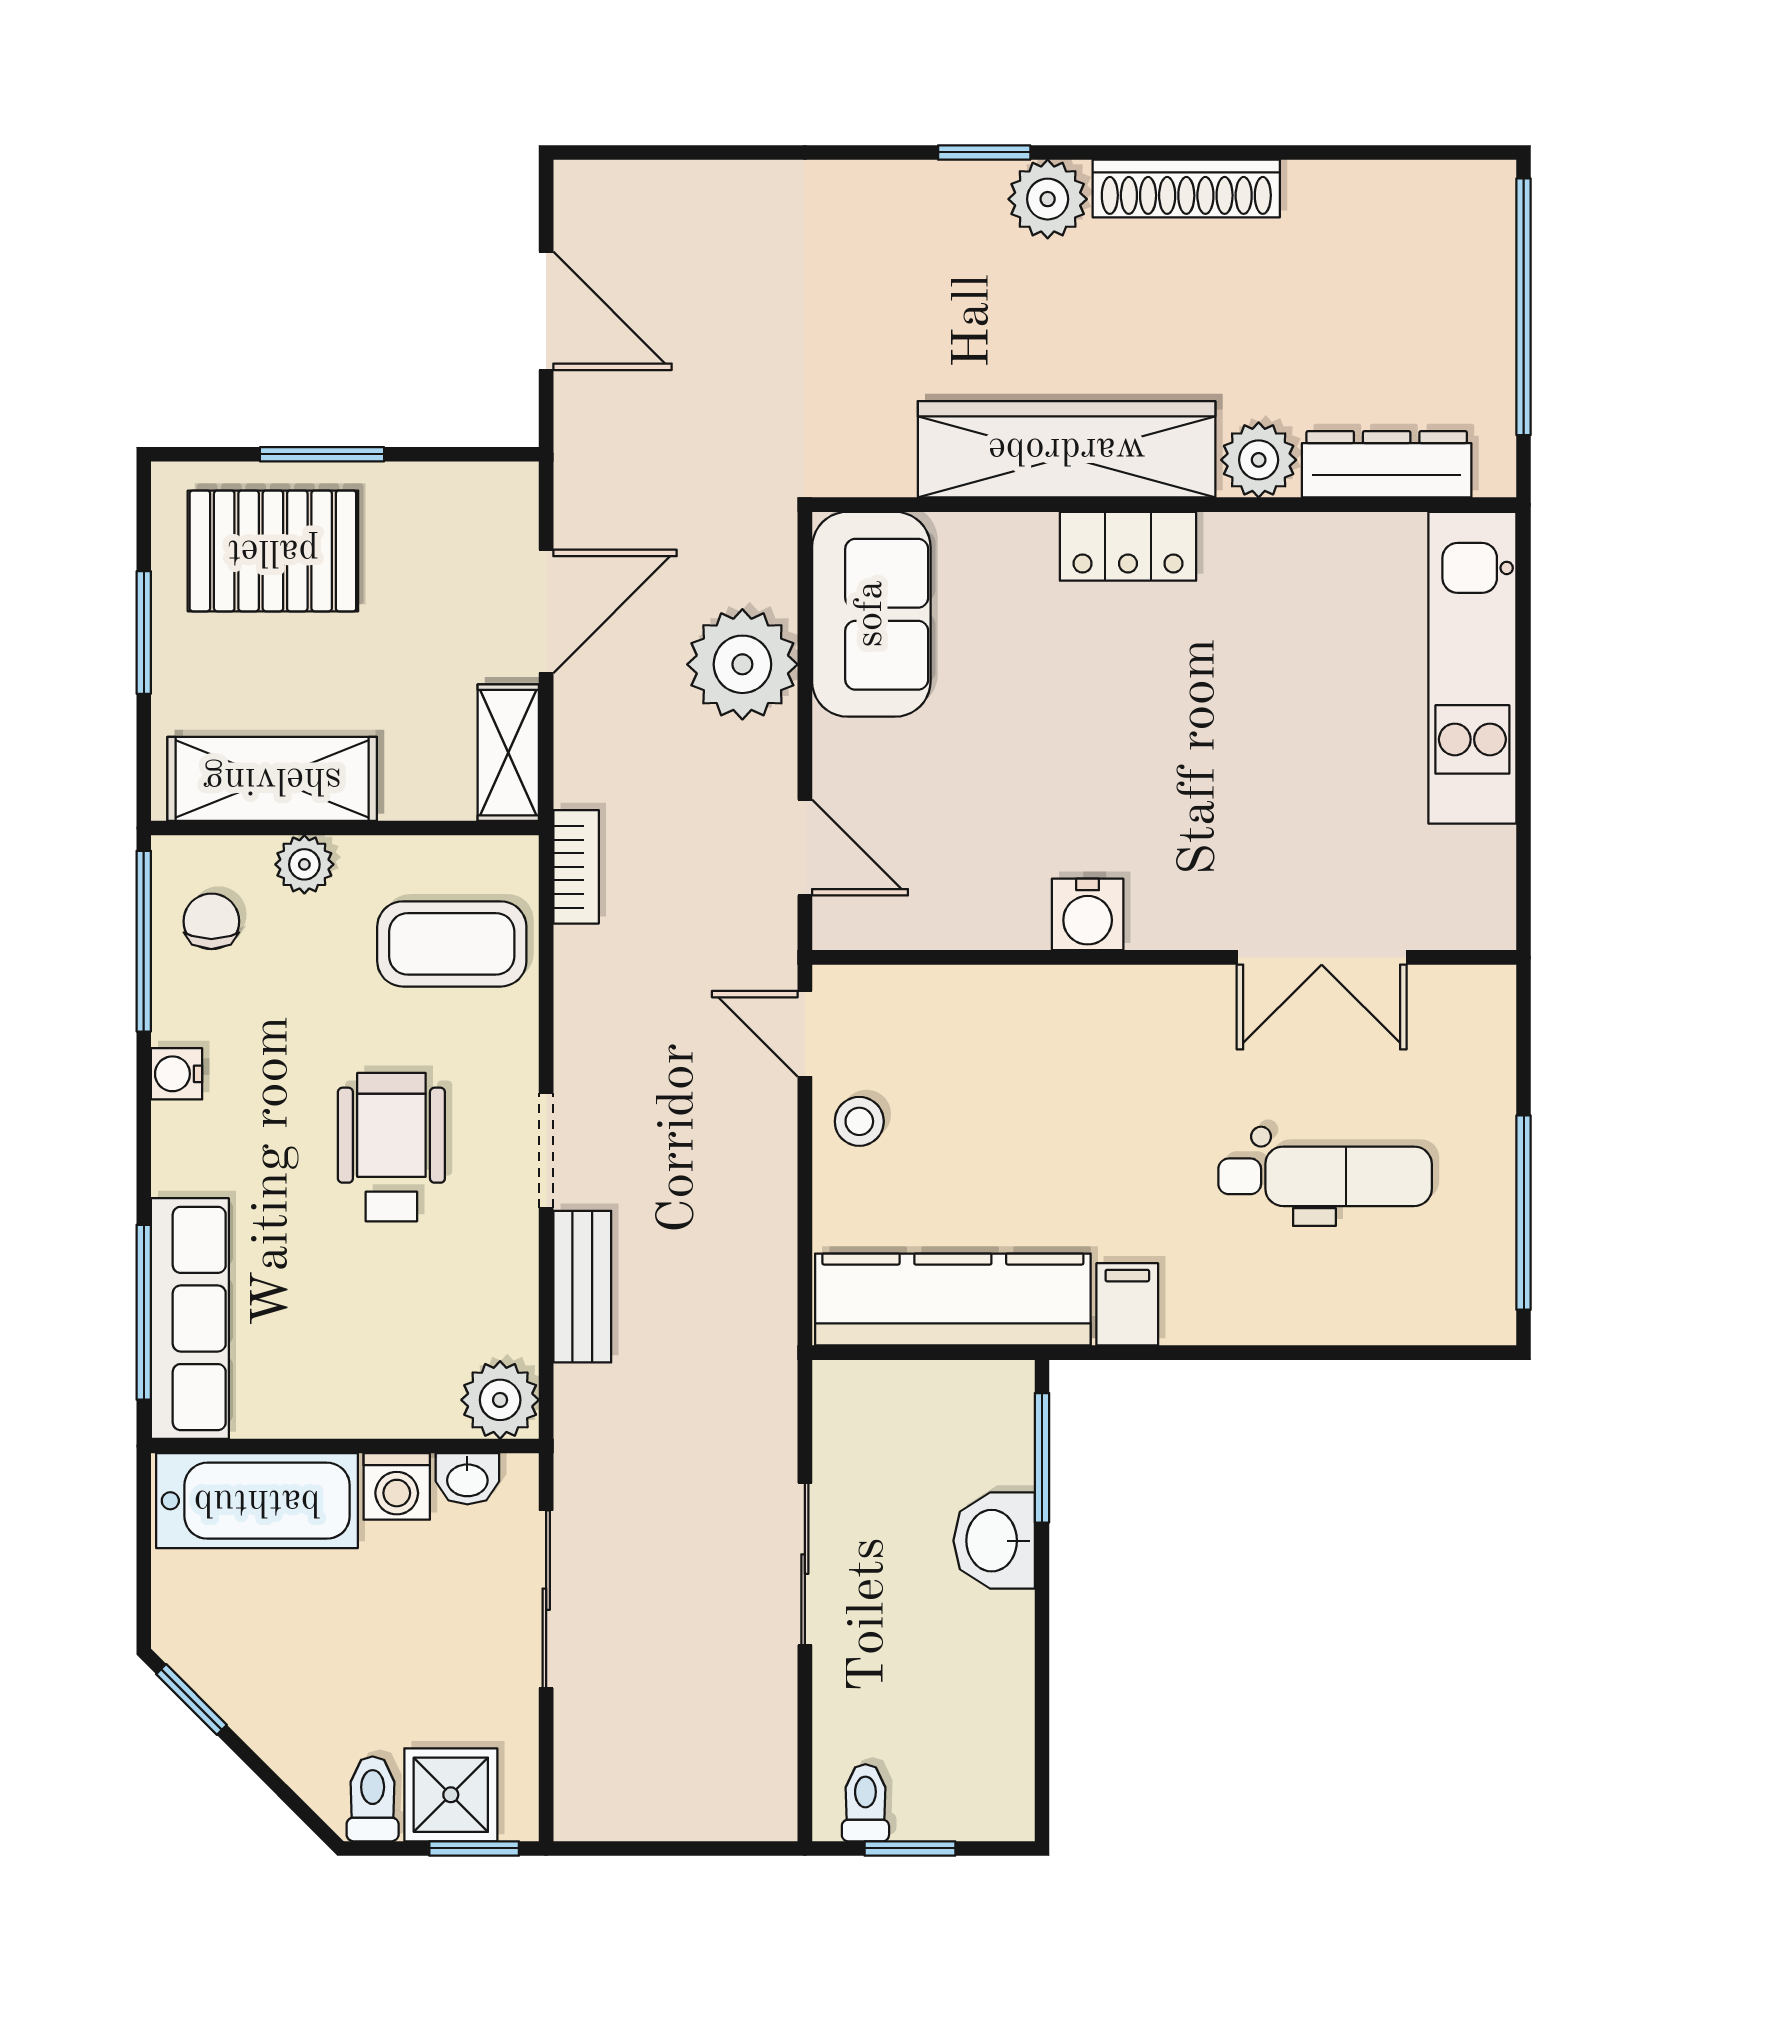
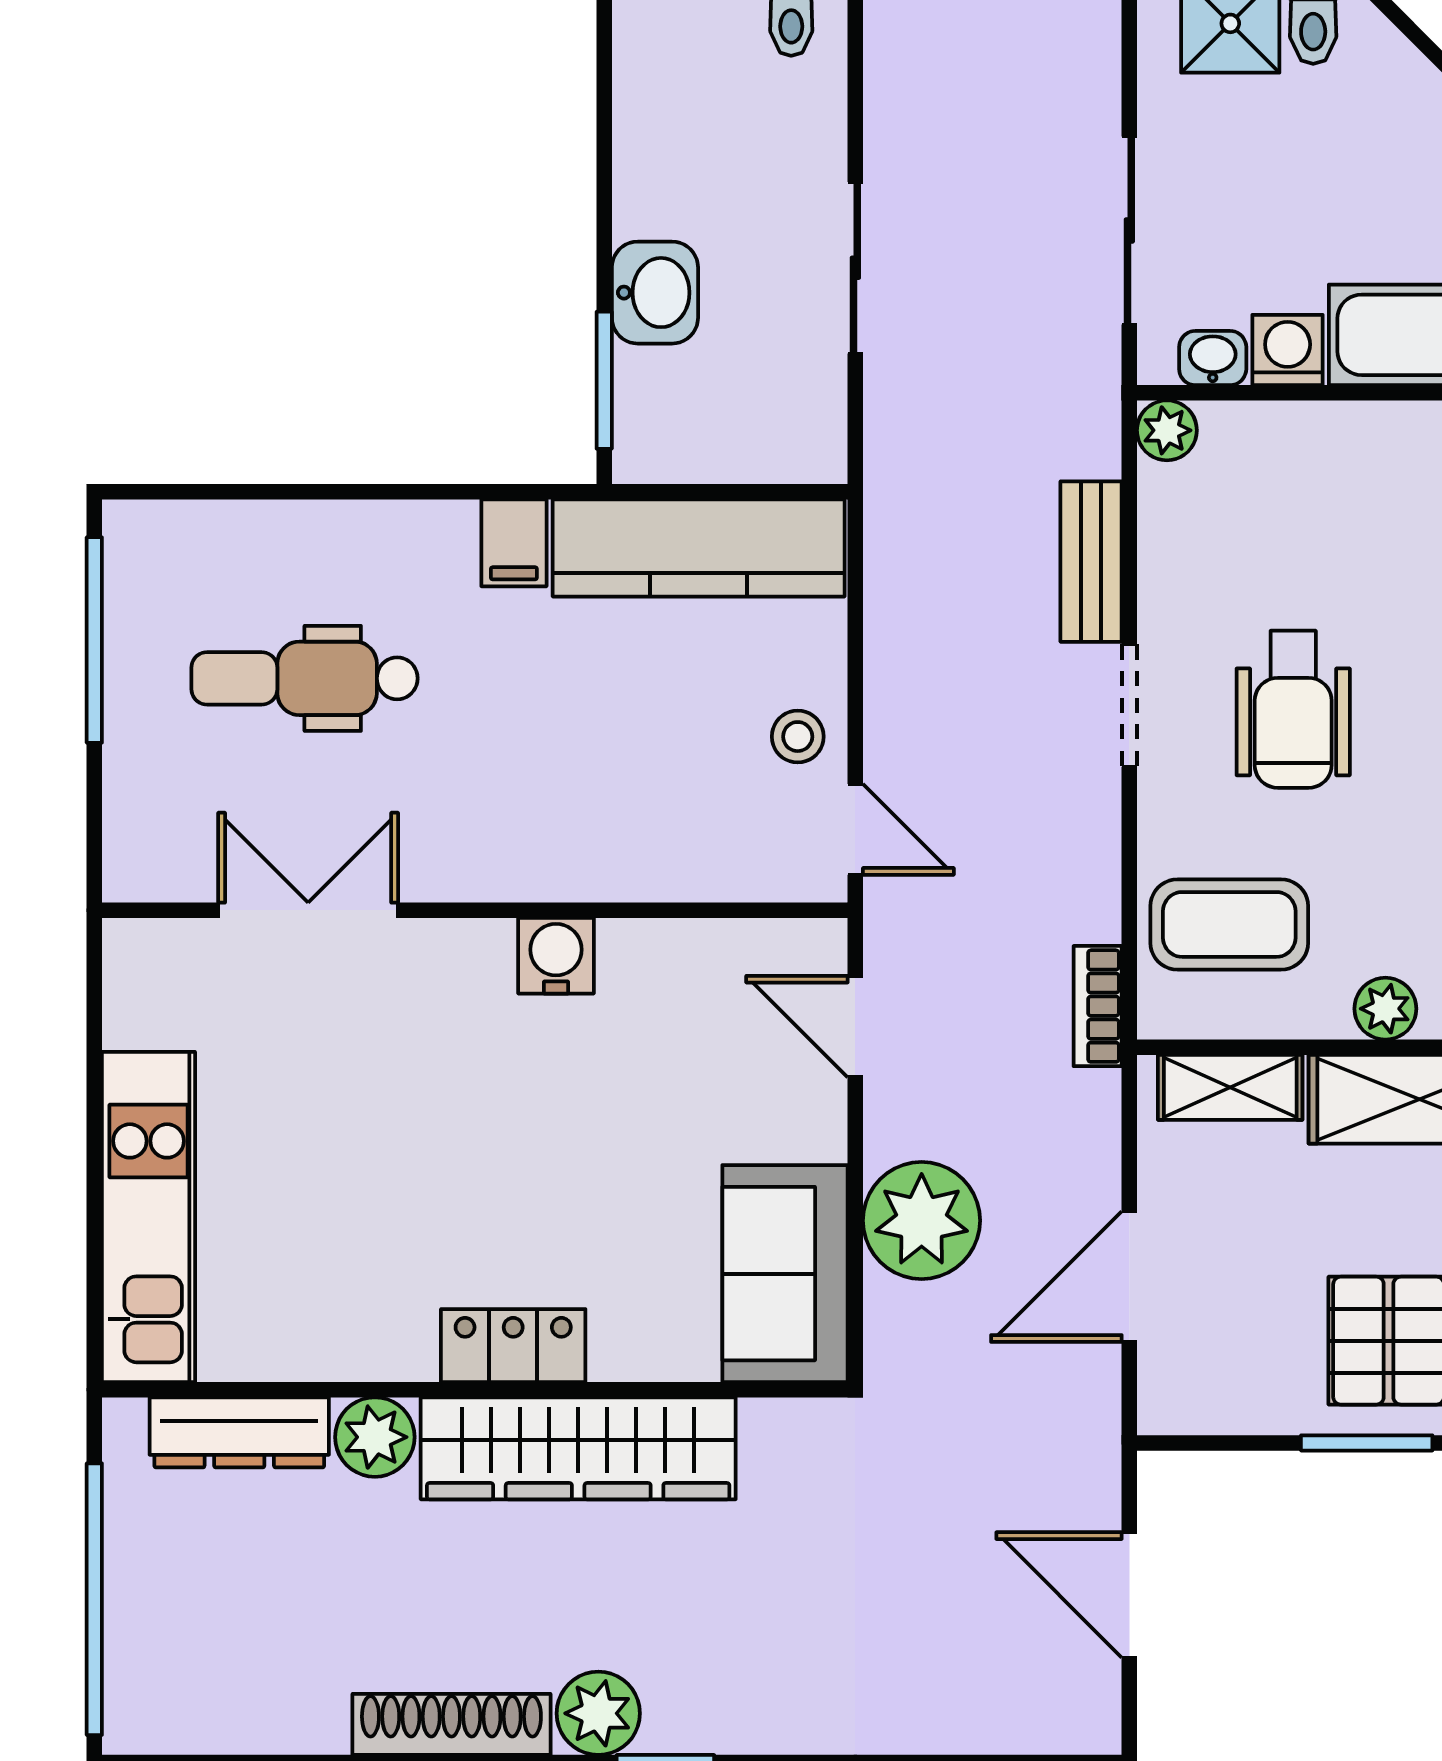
shelving: (508, 753) -> (1230, 1087), moved, turned 90
plant: (500, 1400) -> (1167, 430), width x0.73, depth x0.73

